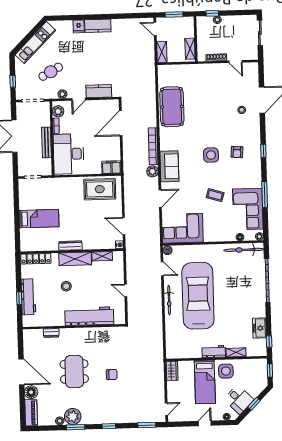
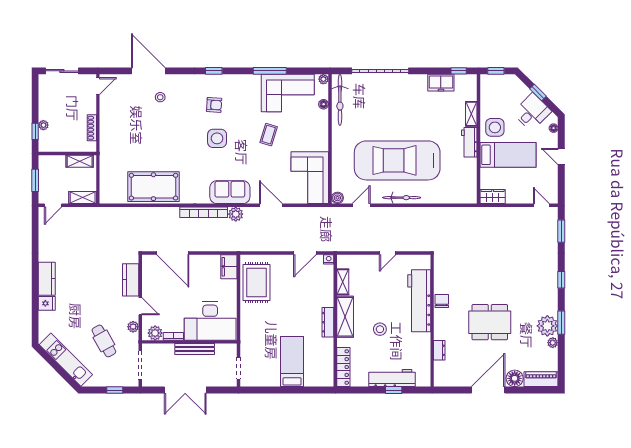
door: (236, 62) -> (98, 86), moved
chair: (112, 375) -> (442, 301), moved

